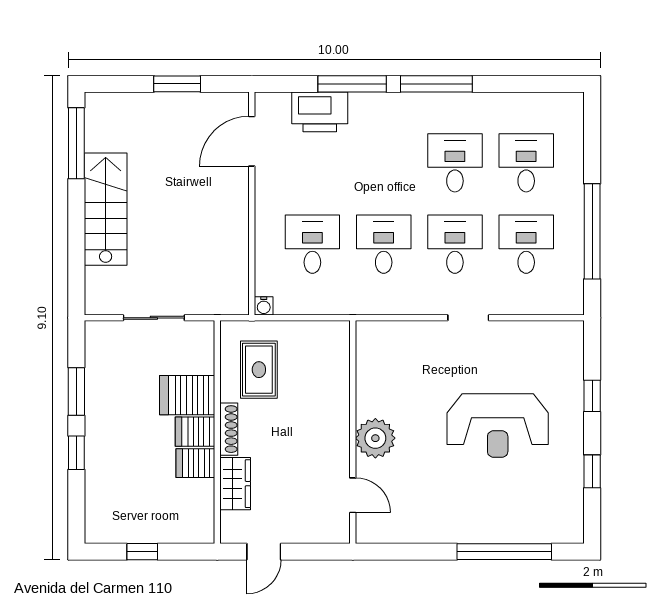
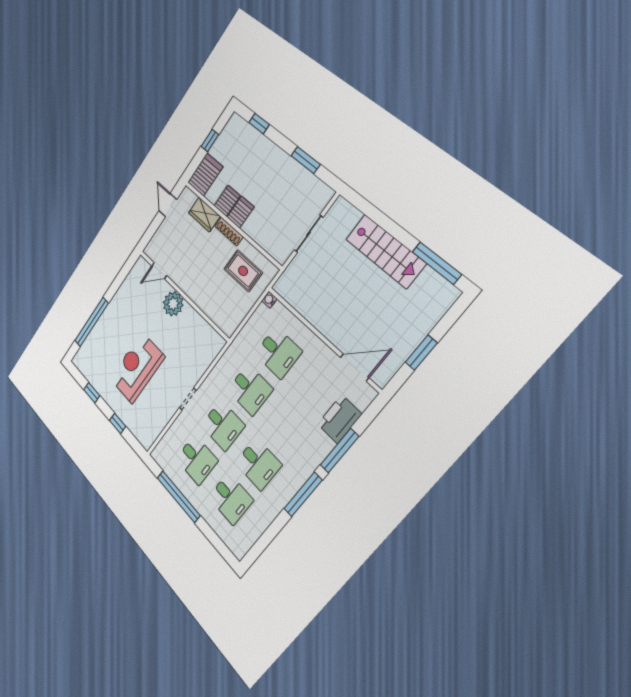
door: (252, 141) -> (355, 367), hinge flipped
server rack: (187, 395) -> (205, 175), moved
window: (76, 453) -> (259, 124), moved

